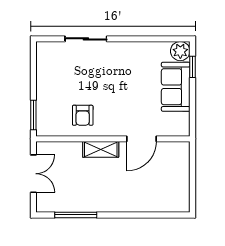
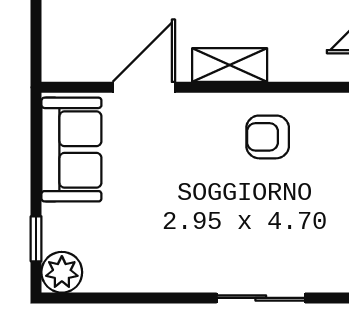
sofa: (176, 87) -> (71, 150), moved
armchair: (83, 115) -> (268, 137), turned -90

